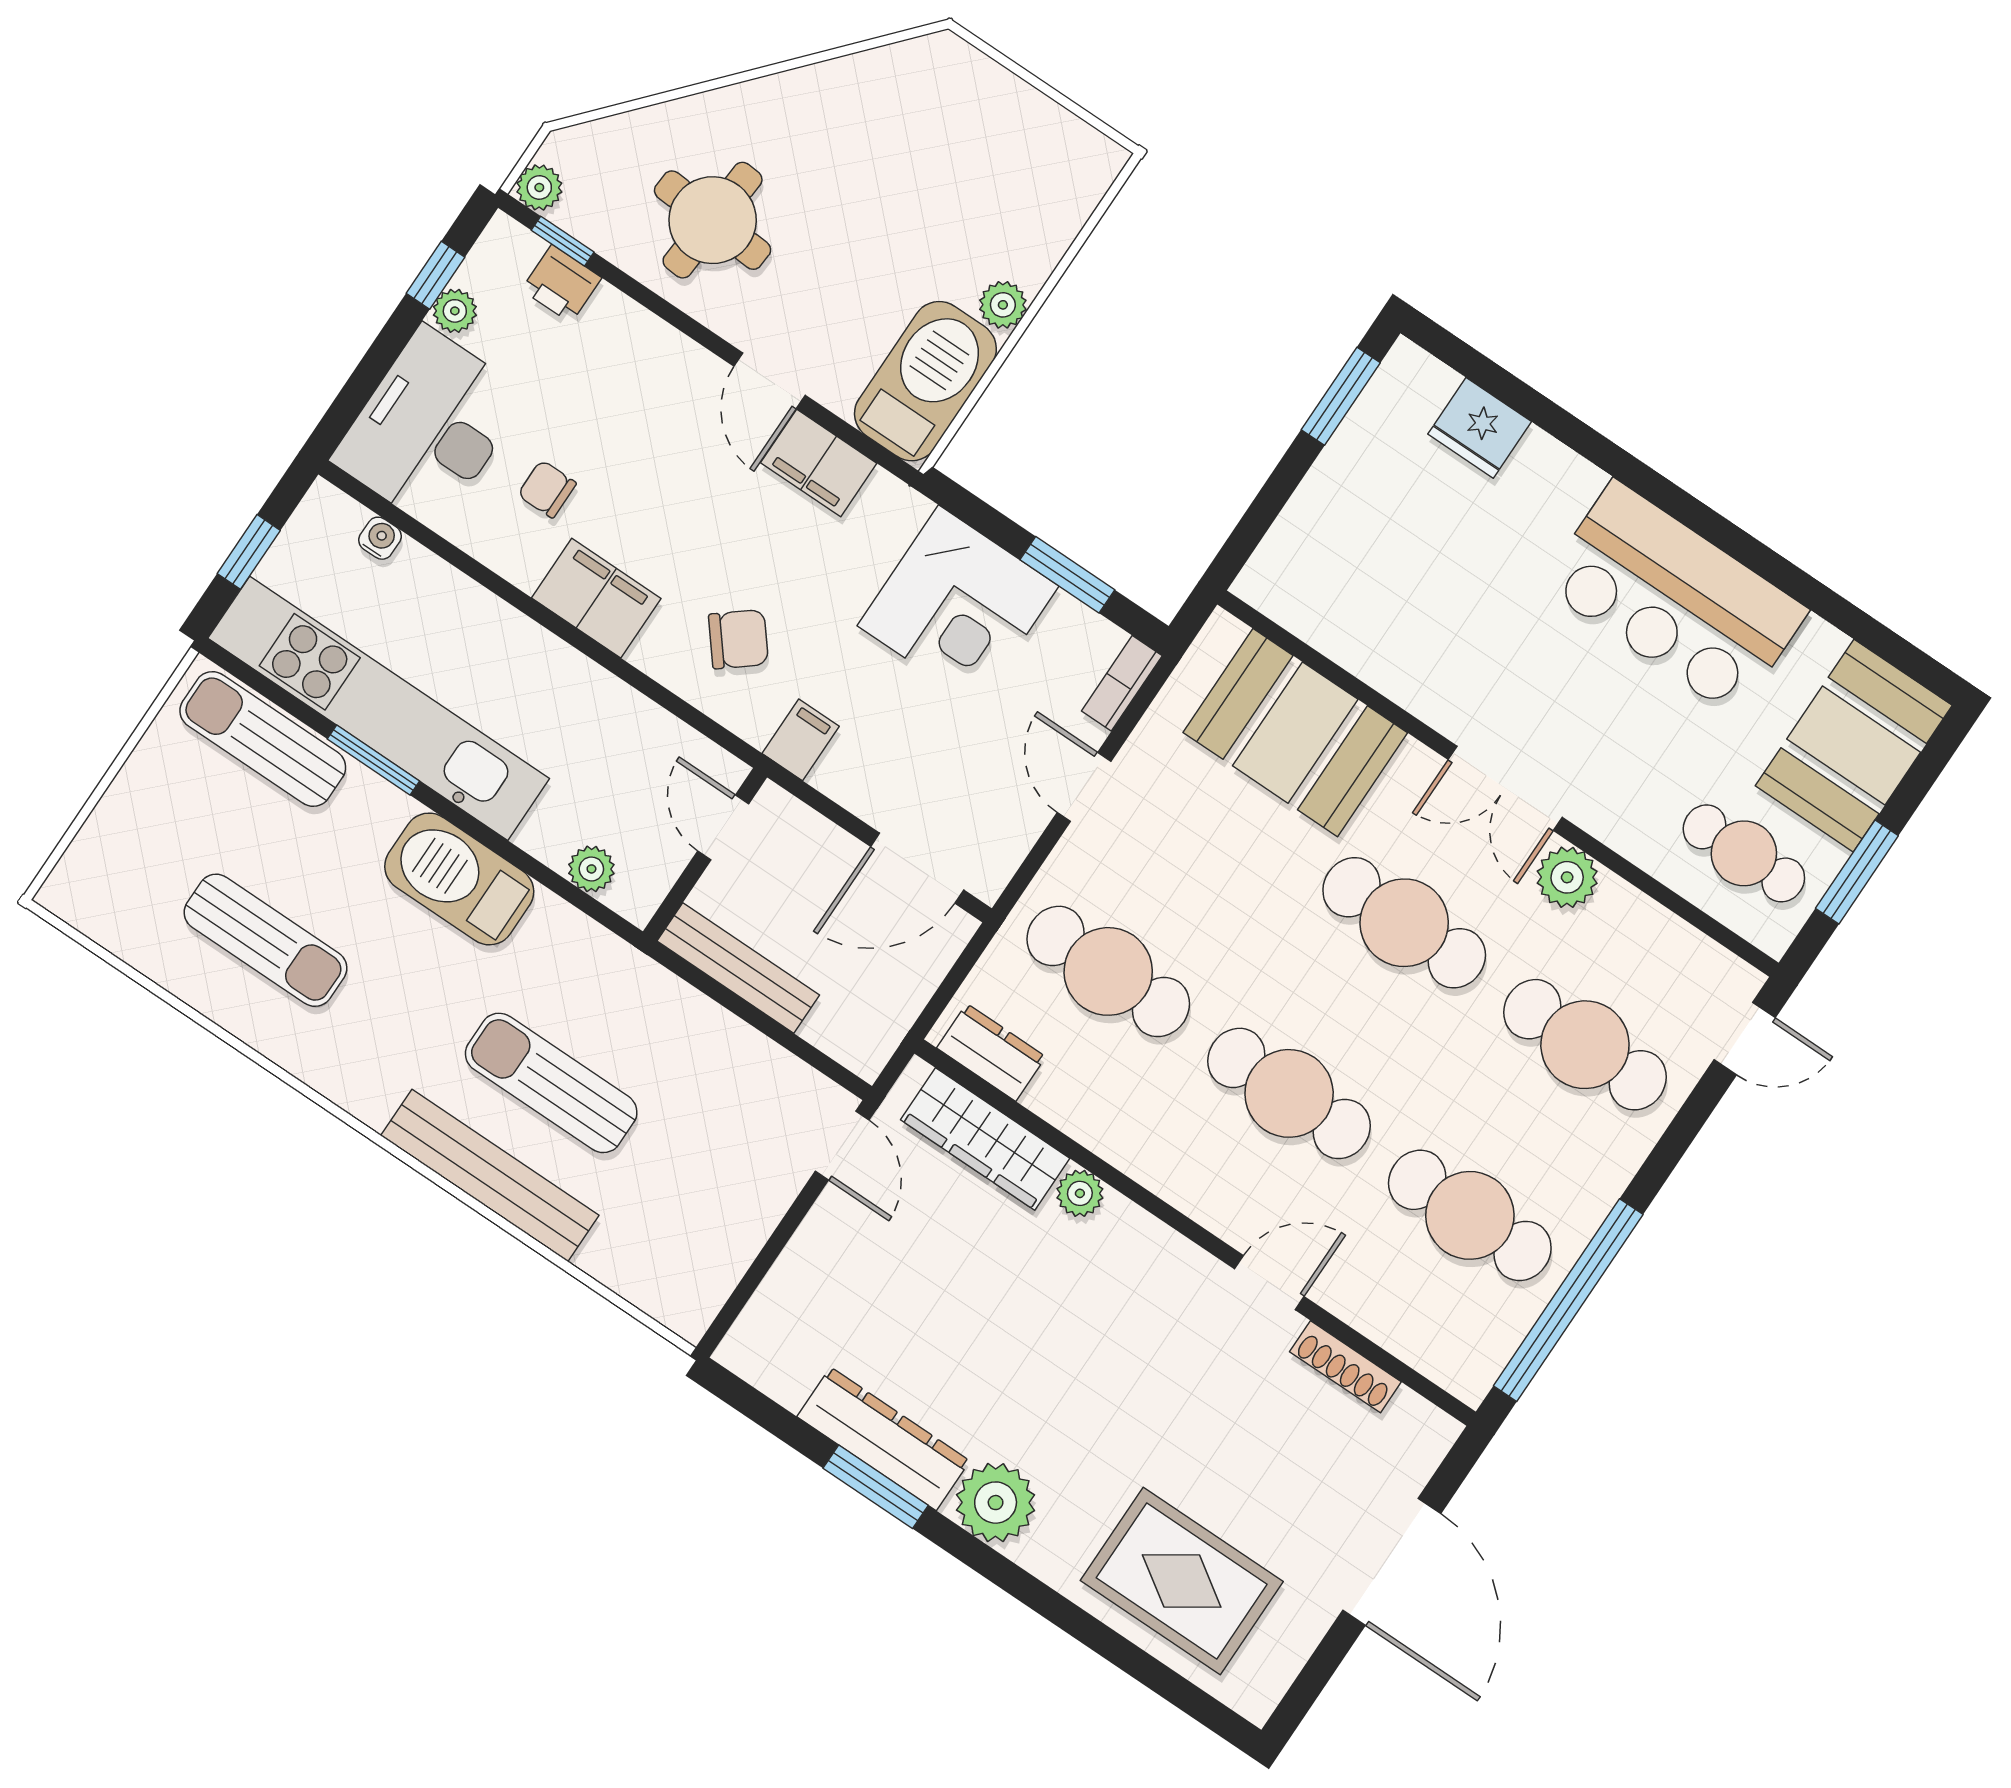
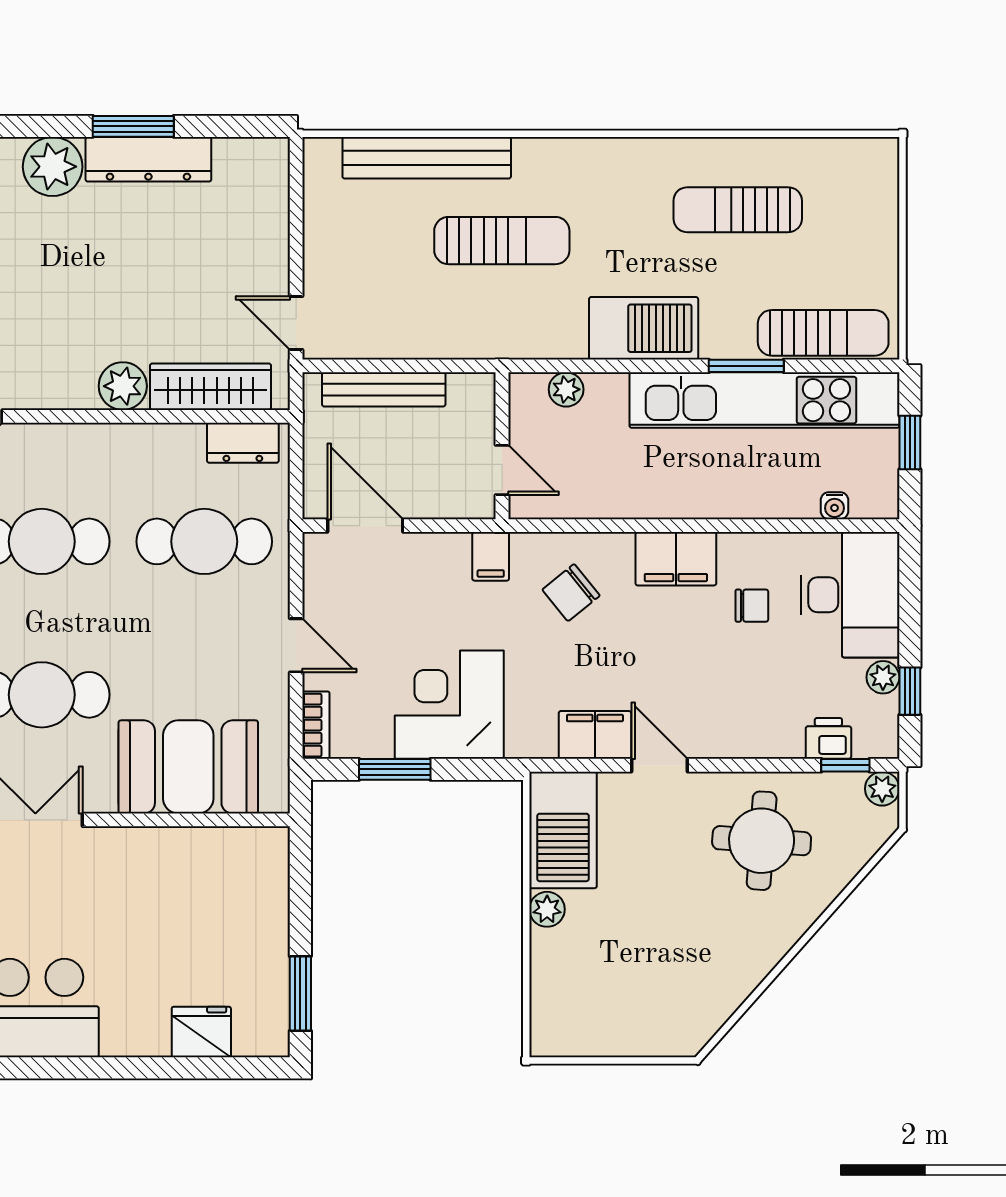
door: (917, 868) -> (365, 526), hinge flipped
bench: (738, 968) -> (384, 389), moved
bench: (490, 1176) -> (427, 158), moved
plant: (1080, 1193) -> (123, 386), width x1.38, depth x1.38

